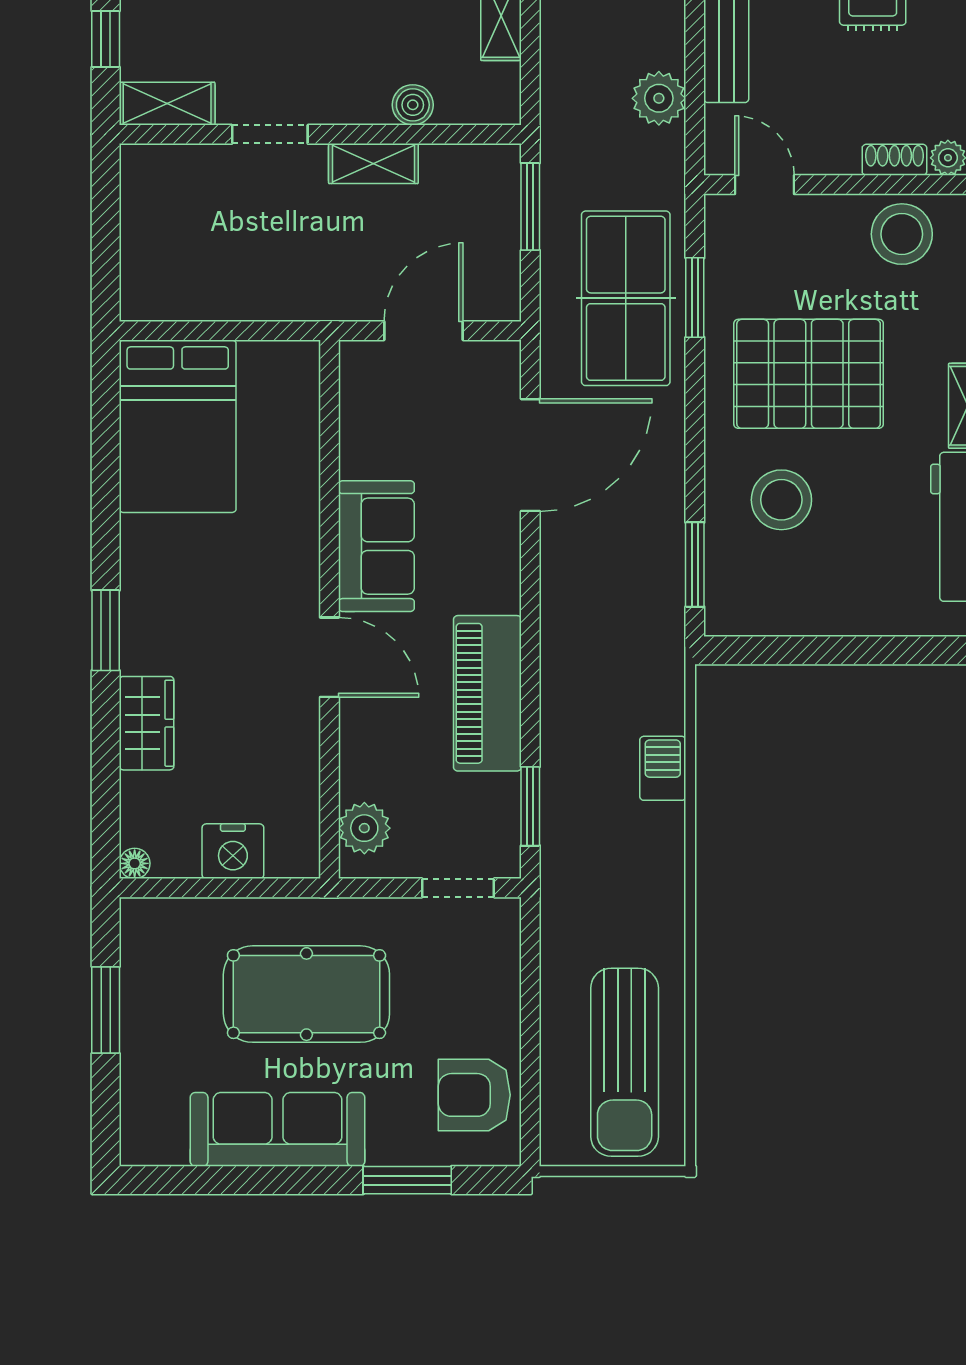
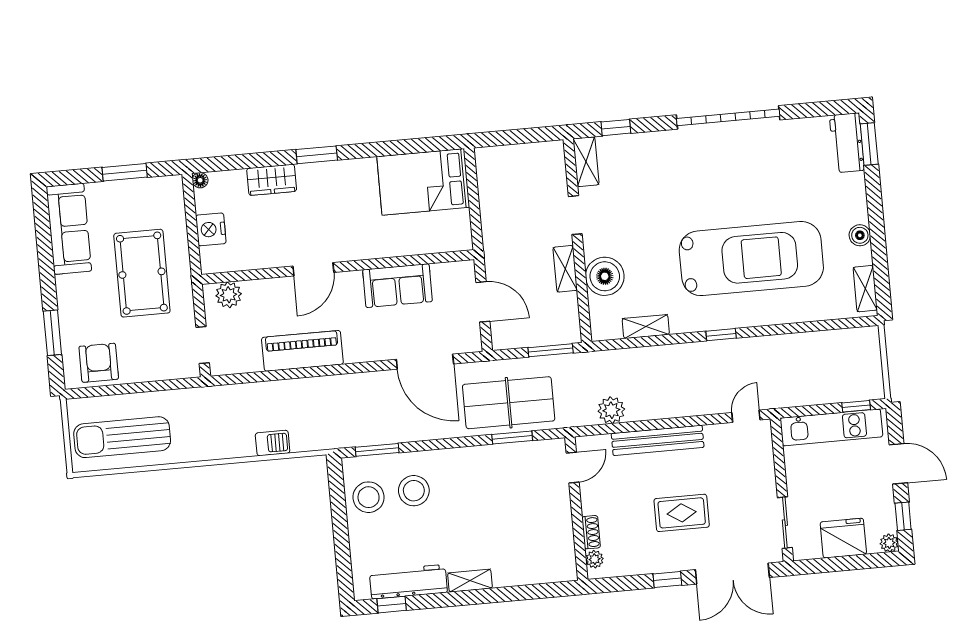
boiler: (413, 105) -> (605, 276), width x1.86, depth x1.86
stool: (902, 234) -> (369, 497), moved
pallet: (809, 374) -> (479, 499), removed
sofa: (376, 546) -> (397, 286), moved
window: (530, 806) -> (247, 378), removed
sofa: (278, 1129) -> (69, 229), moved

